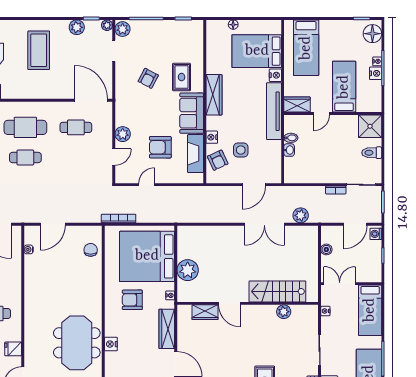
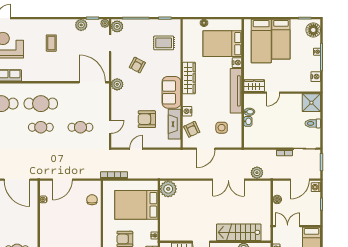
coffee table: (39, 50) -> (51, 43), width x0.54, depth x0.58
nightstand: (376, 73) -> (316, 77), moved
rug: (182, 77) -> (164, 43), moved, turned 90
bed: (344, 87) -> (281, 39), moved, turned 180
cafe table: (76, 127) -> (80, 127), moved
plant: (123, 134) -> (117, 84), moved
side table: (241, 150) -> (222, 128), moved
door: (254, 185) -> (206, 149), moved
bed: (147, 256) -> (136, 205), width x0.73
plant: (188, 270) -> (168, 189), moved

